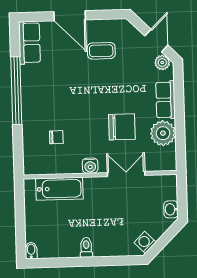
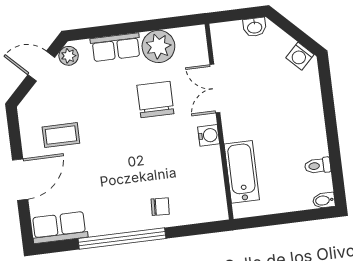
coffee table: (101, 51) -> (61, 135), turned 90
chair: (56, 137) -> (160, 207), moved, turned 93
toilet: (86, 247) -> (318, 166), moved

